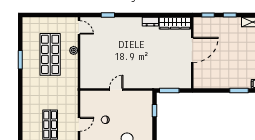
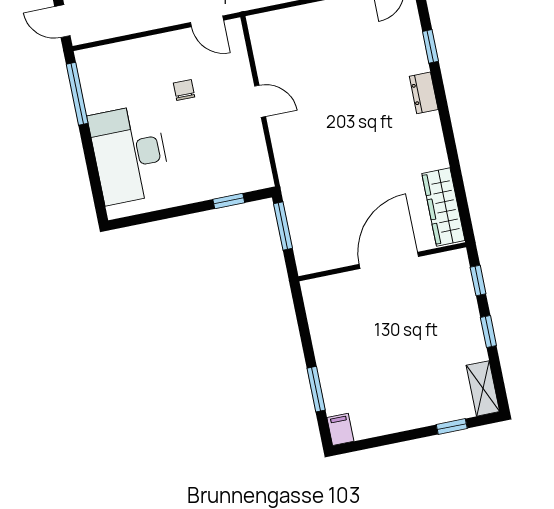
dresser: (150, 22) -> (424, 93), moved
door: (192, 50) -> (389, 260), swing flipped
door: (79, 124) -> (207, 21), moved

